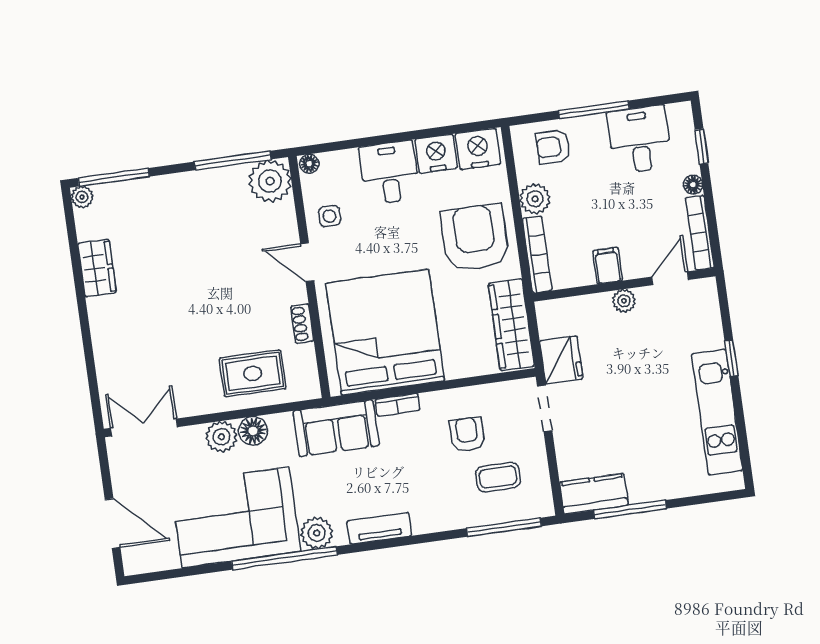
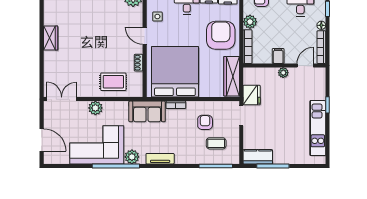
wardrobe: (97, 268) -> (51, 38), moved
floor lamp: (253, 431) -> (110, 107), removed

